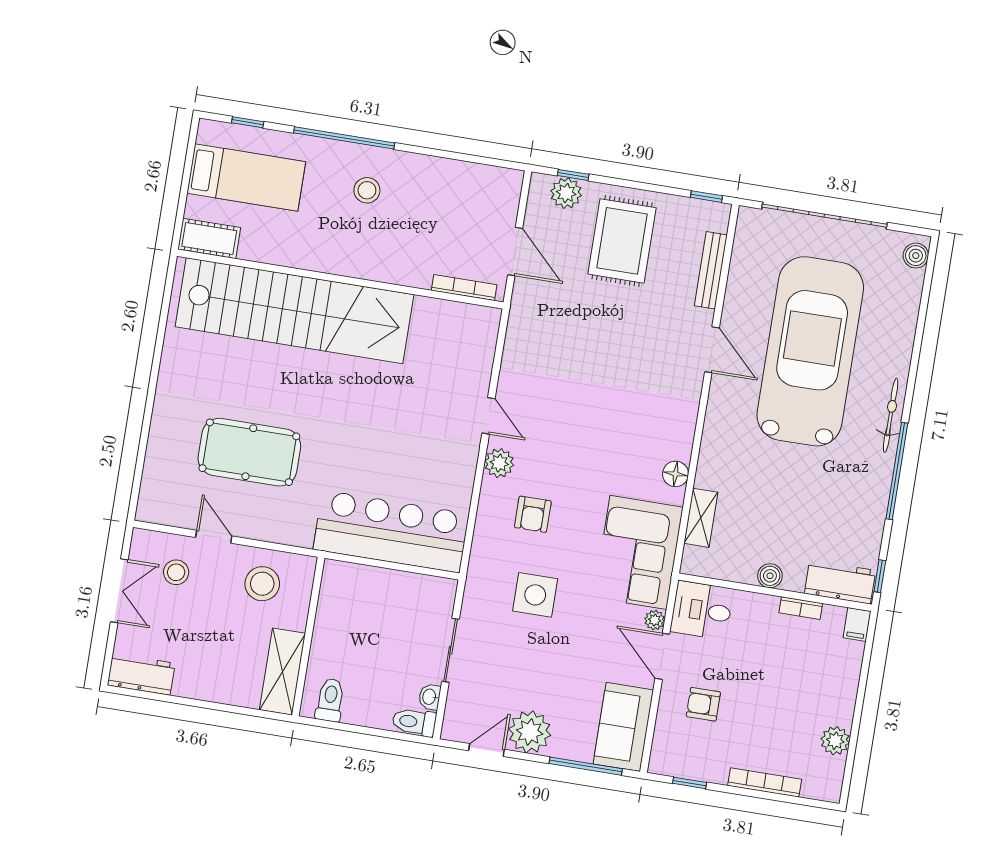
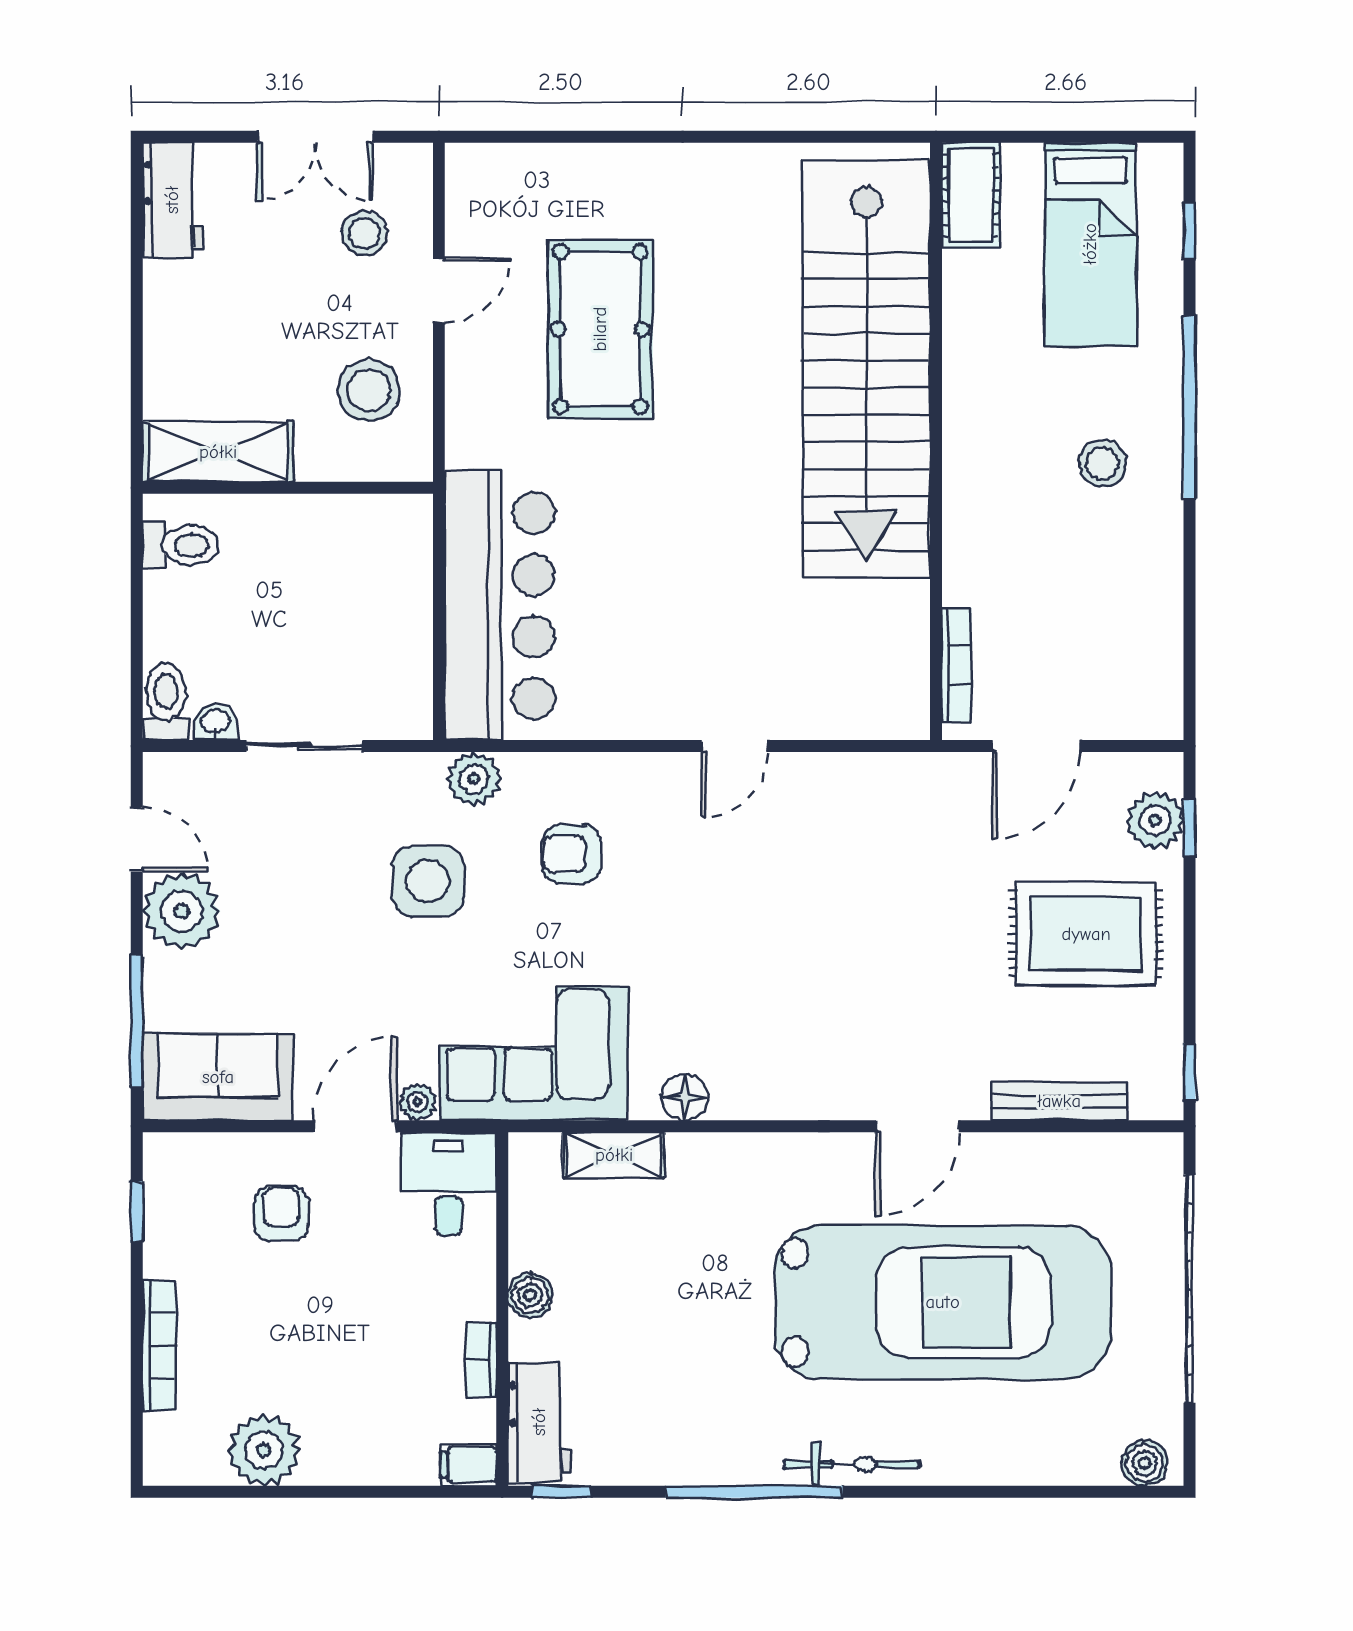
plant: (499, 463) -> (474, 779), moved
plant: (835, 741) -> (264, 1450), width x1.36, depth x1.36

